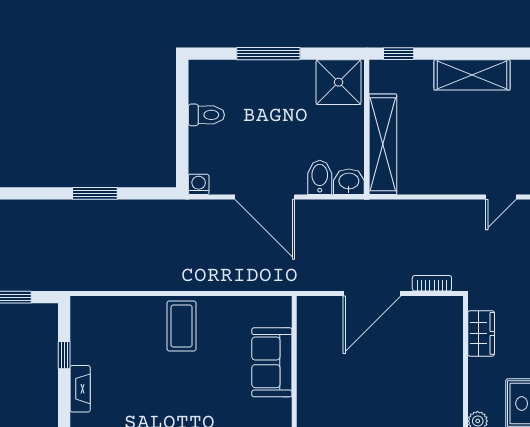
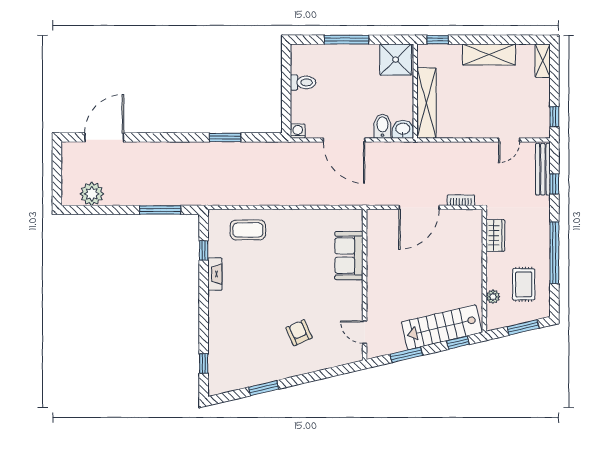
coffee table: (182, 326) -> (248, 230), moved, turned 90

